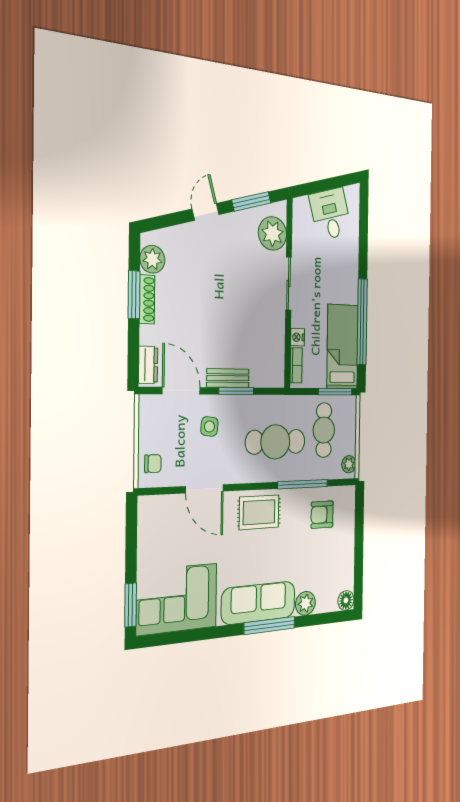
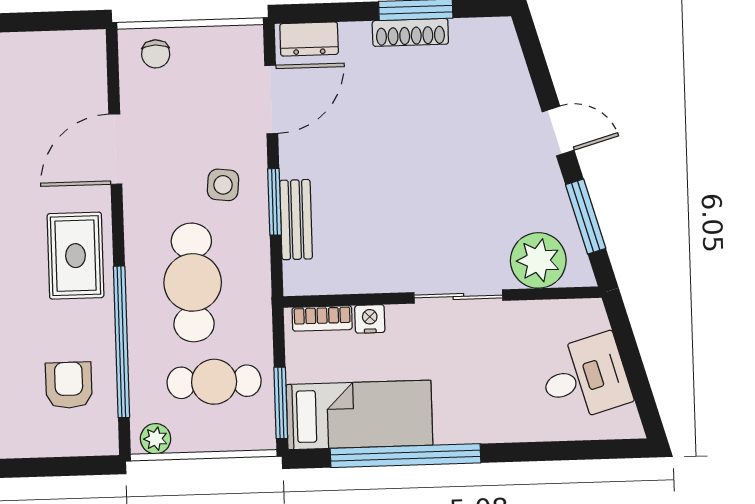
plant: (152, 259) -> (473, 39), removed
bench: (228, 378) -> (296, 220), moved
side table: (209, 426) -> (223, 185), moved
window: (303, 484) -> (121, 342), width x1.46

